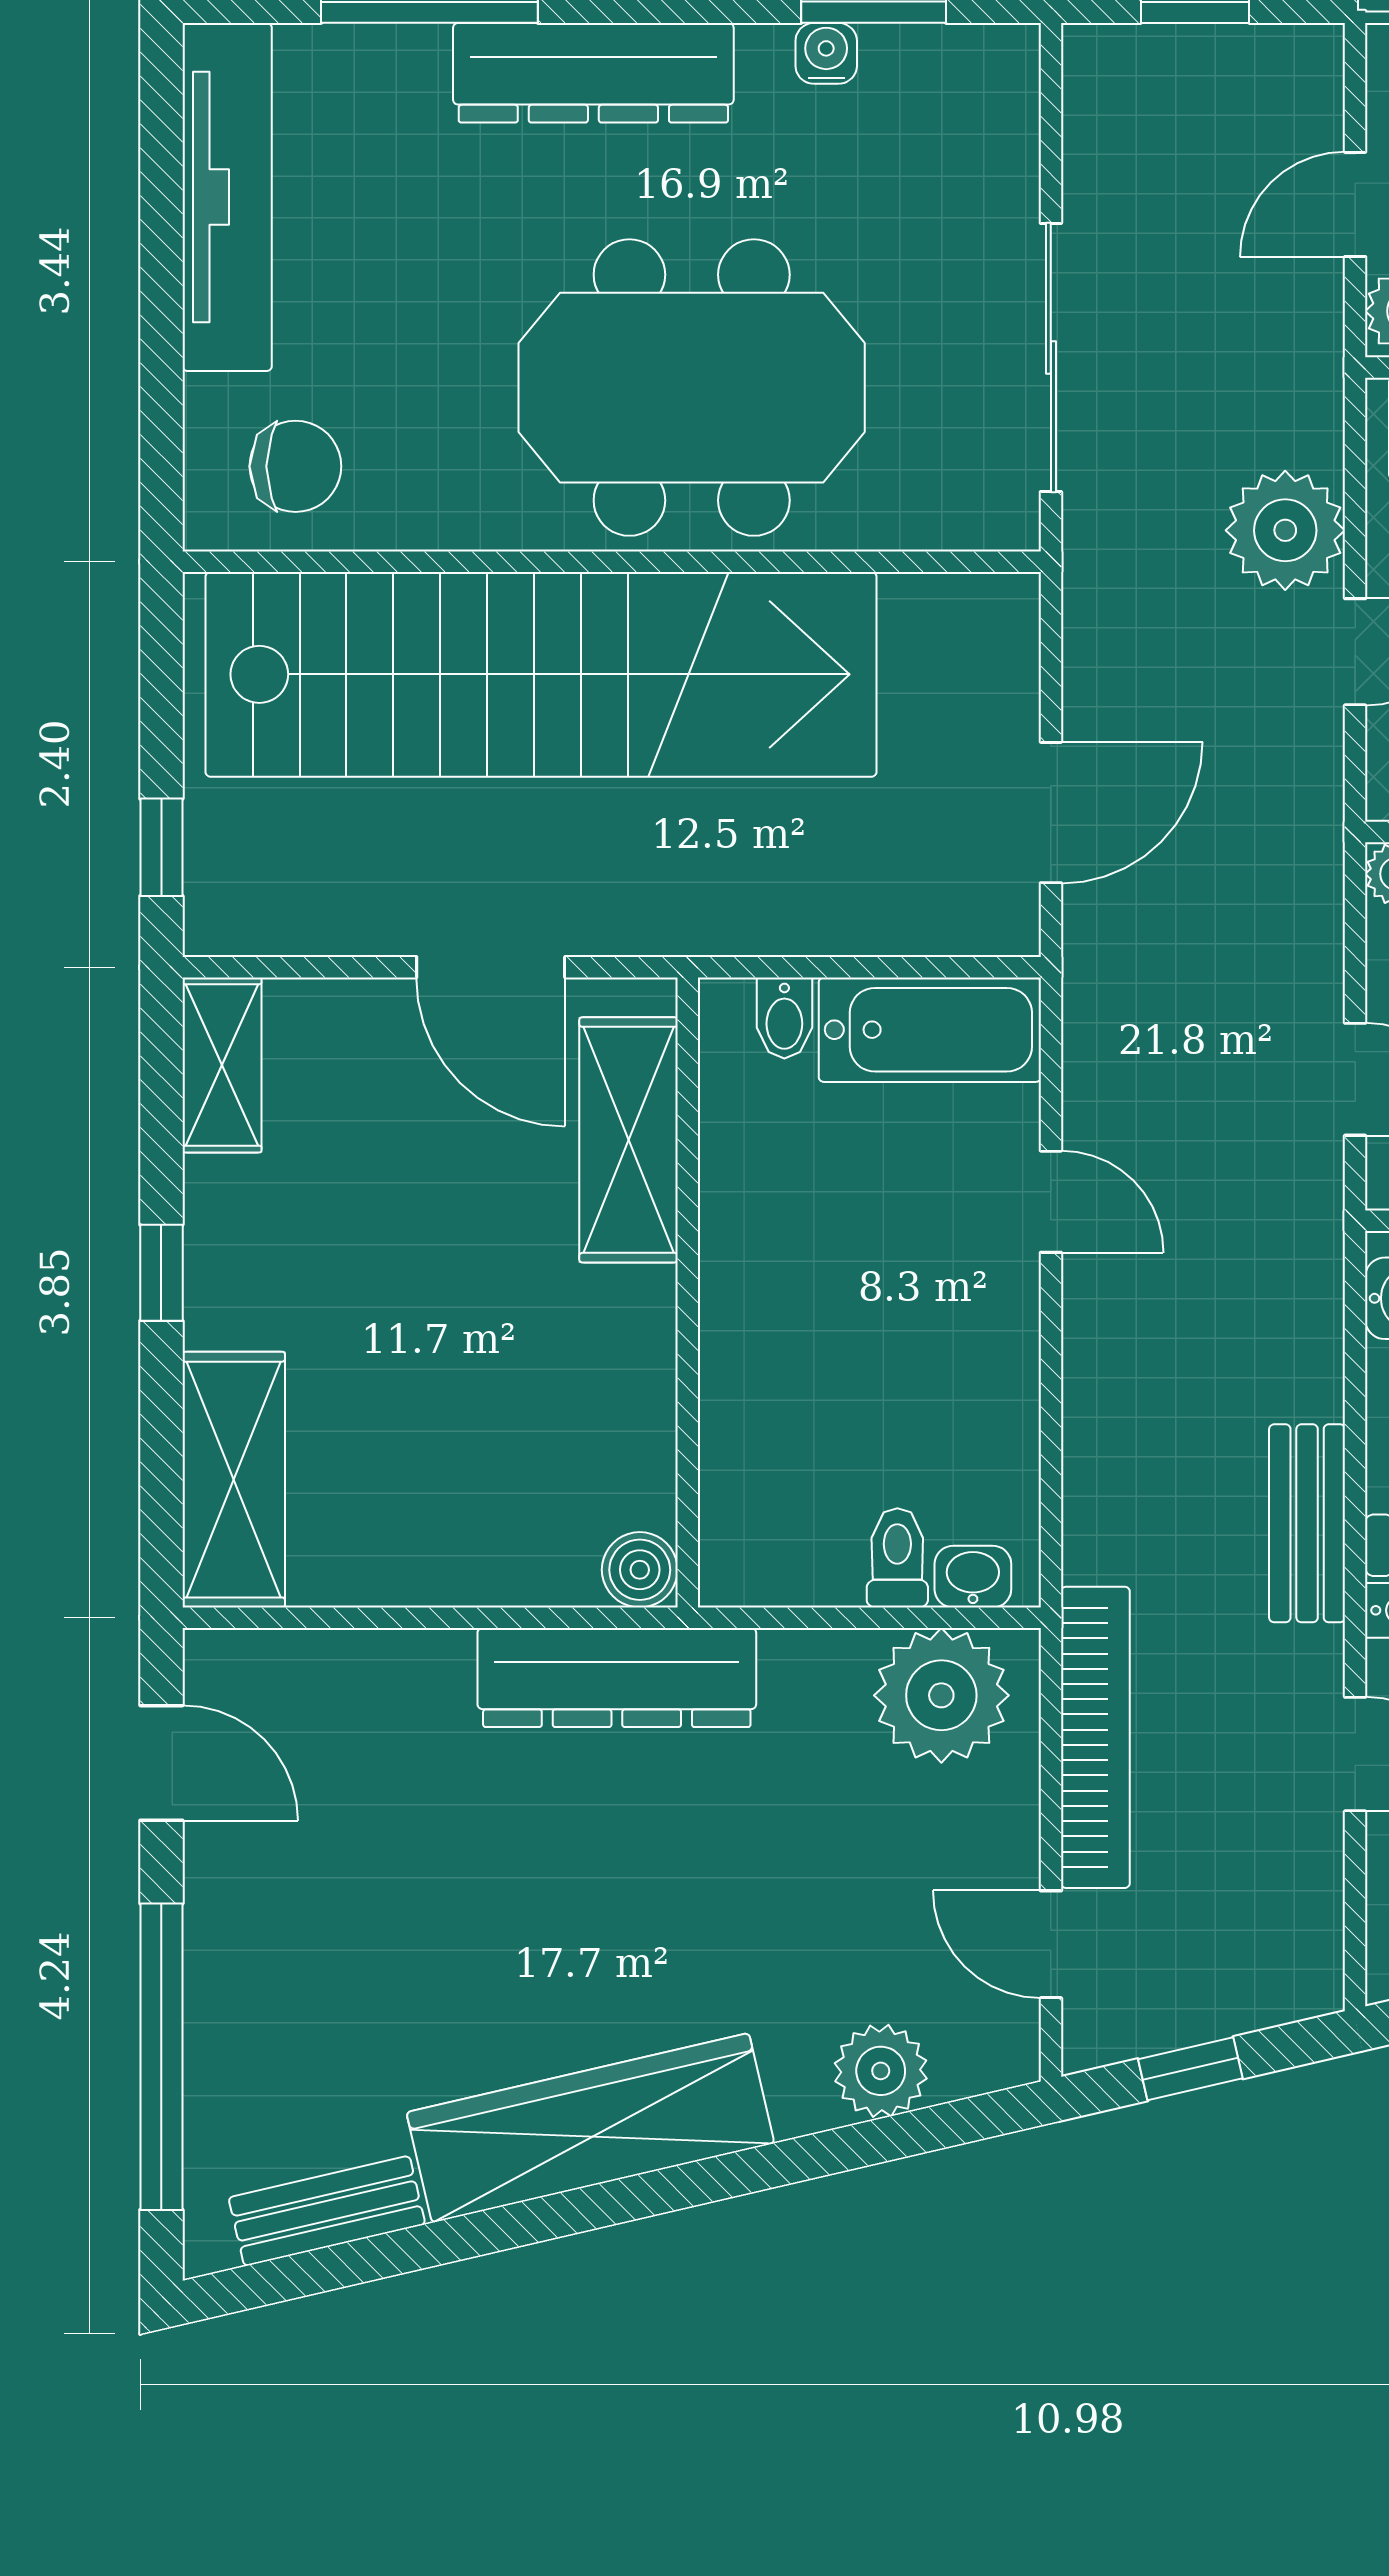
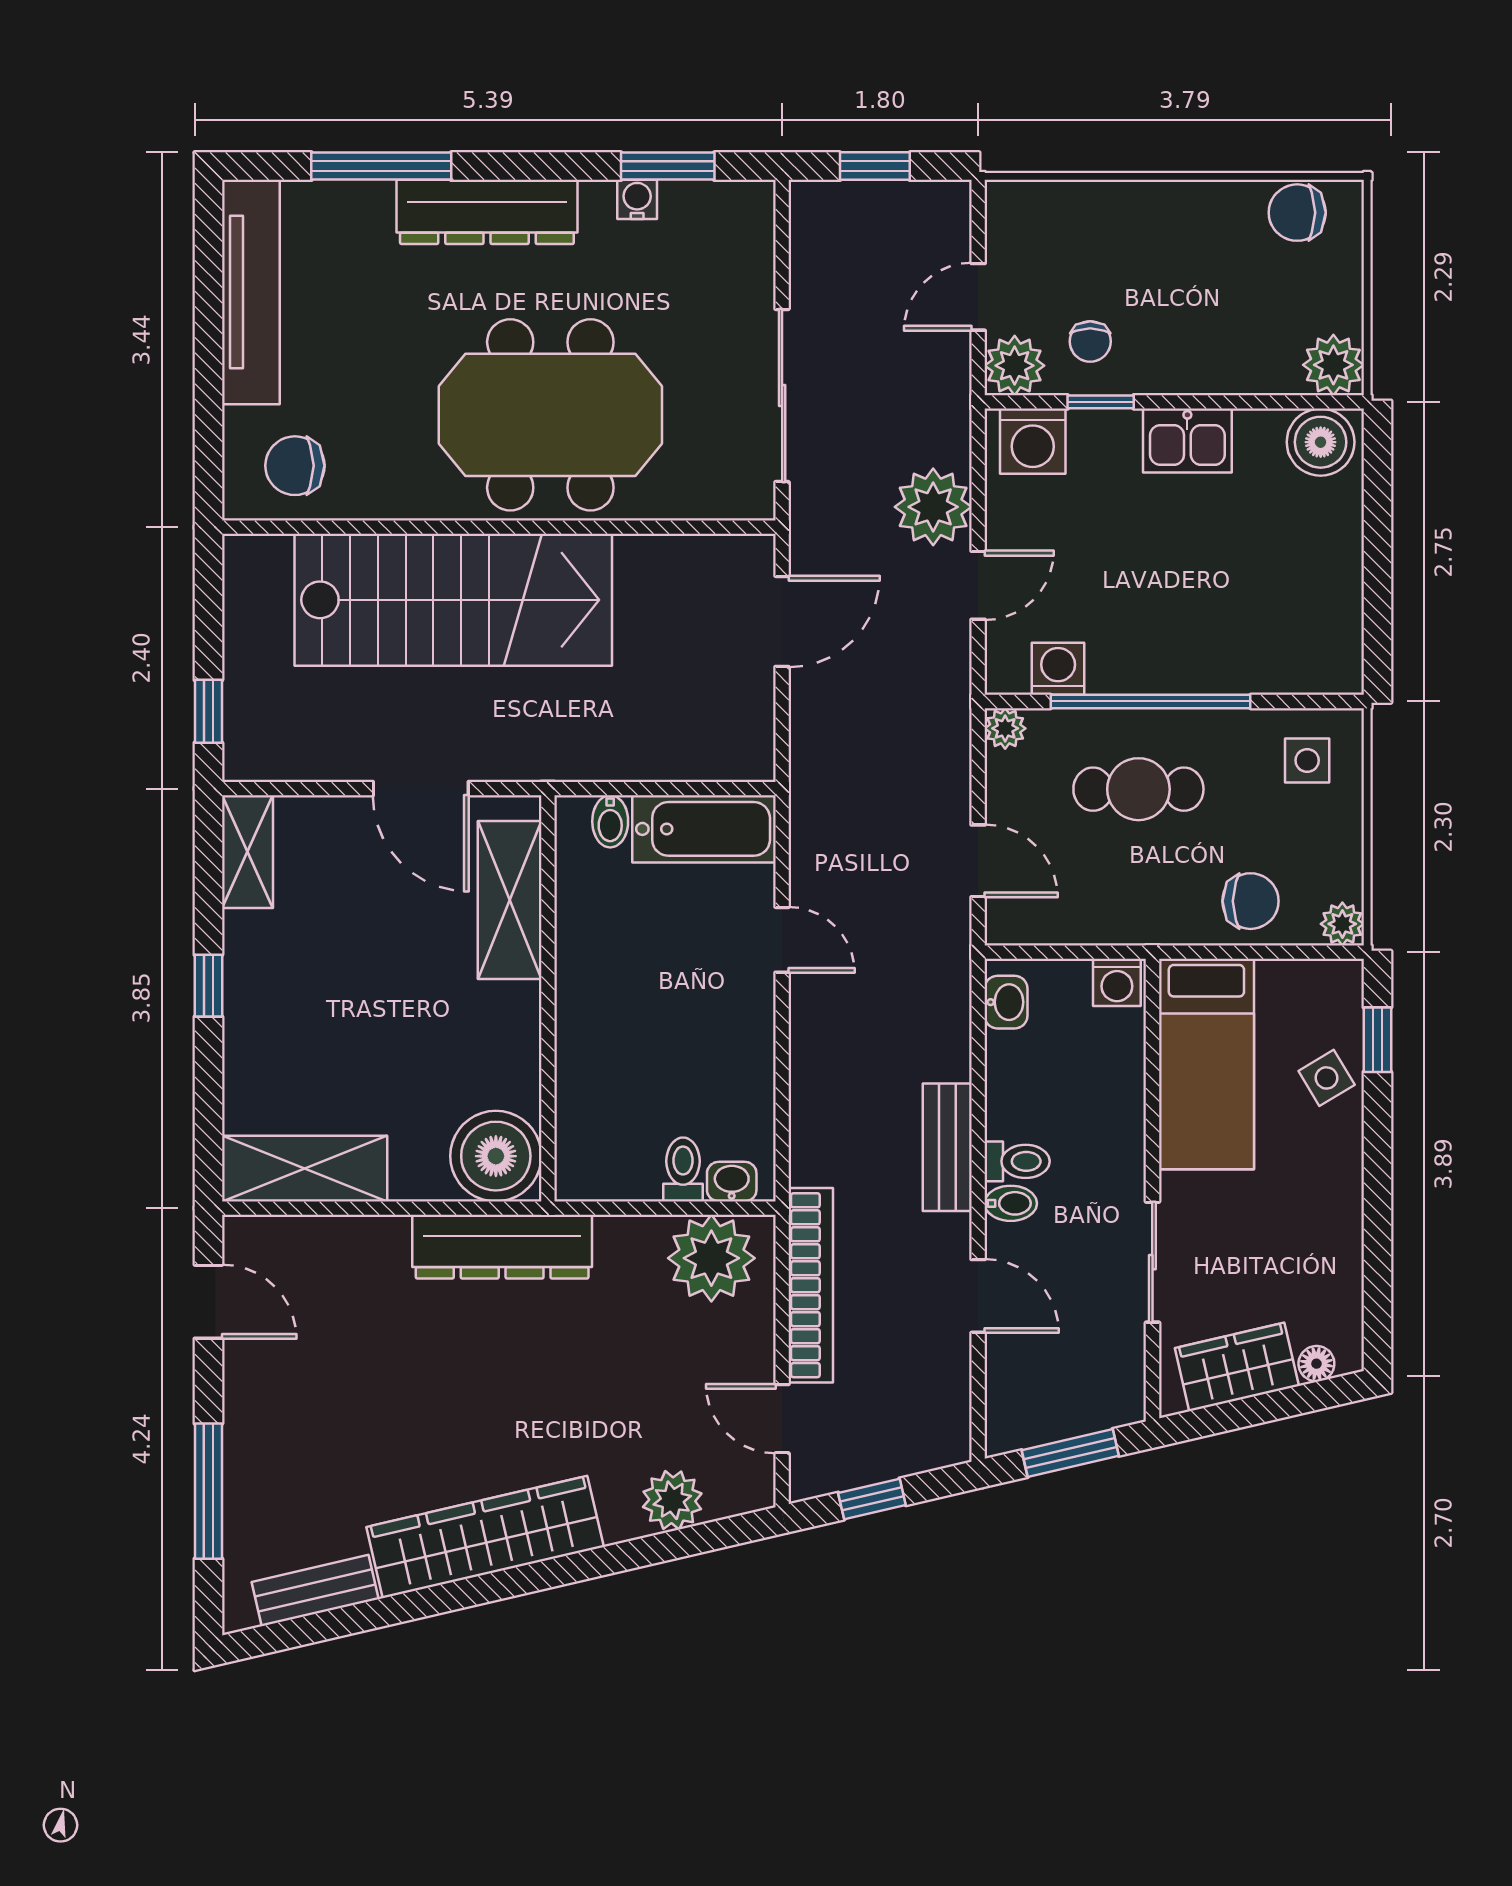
chair: (295, 466) -> (295, 466), turned 180
stairs: (541, 674) -> (453, 600), width x0.73
door: (1051, 813) -> (782, 621), moved
shelving: (234, 1480) -> (305, 1169), moved, turned 90
boiler: (640, 1570) -> (496, 1156), width x1.86, depth x1.86
window: (161, 2057) -> (208, 1491), width x0.68

